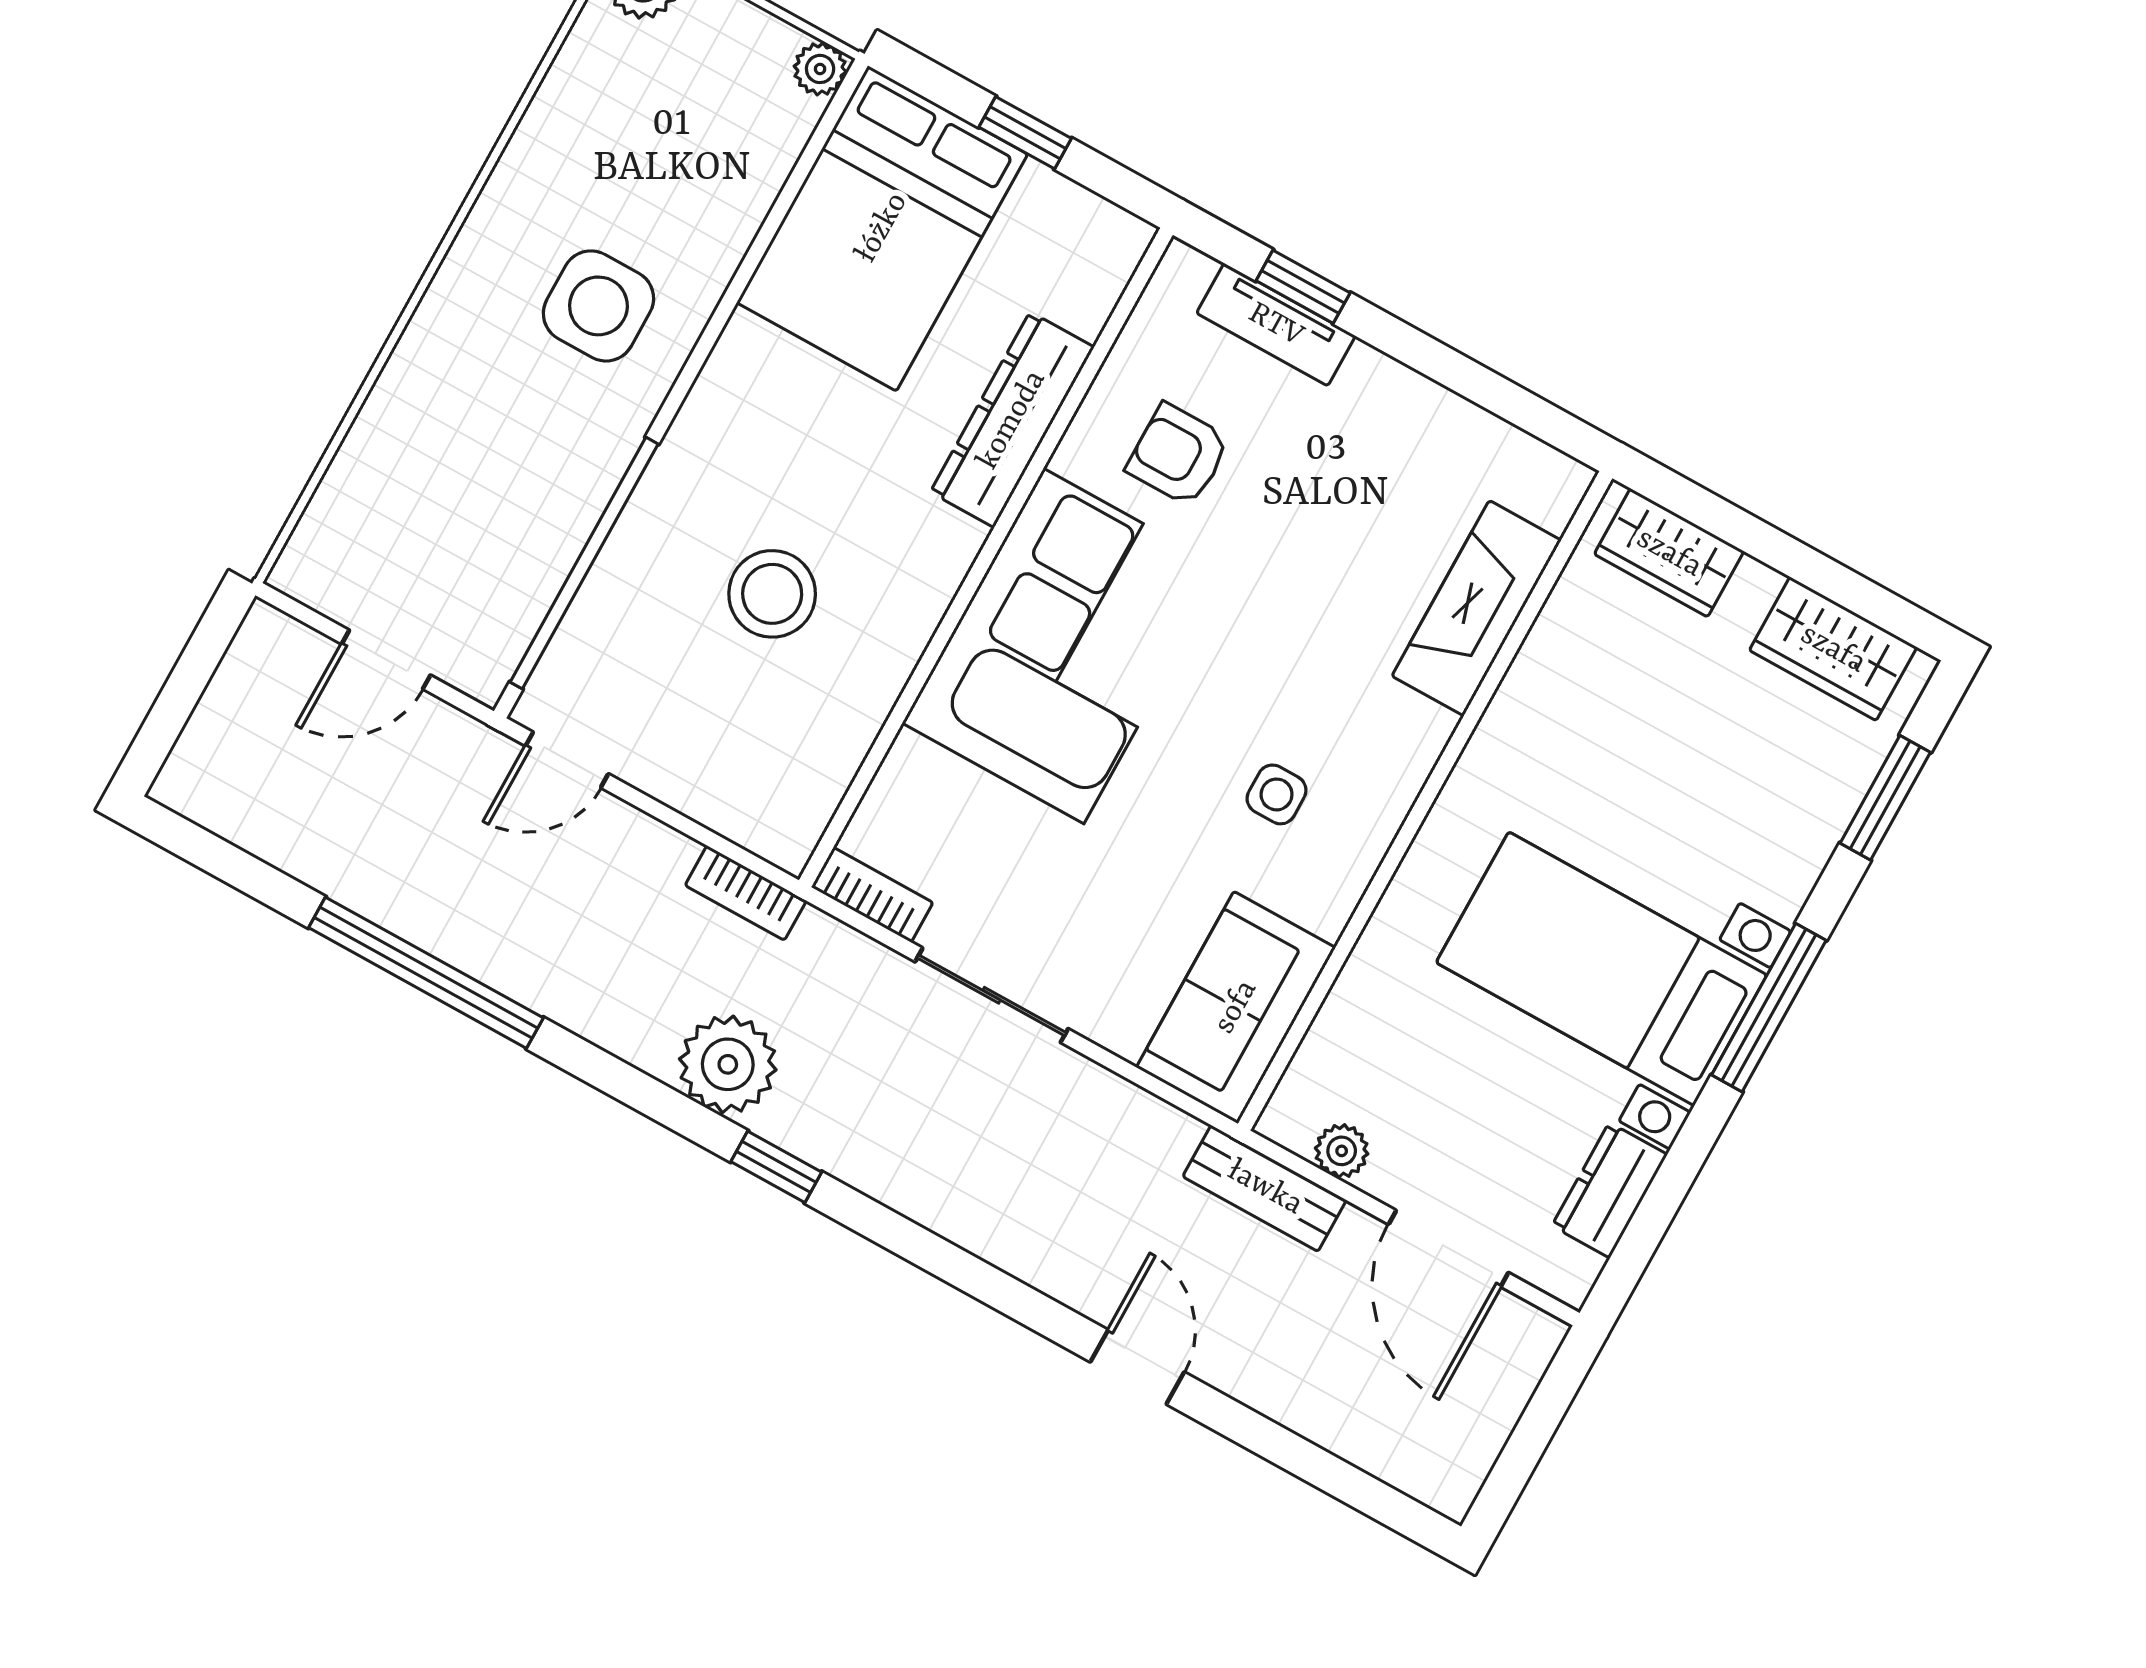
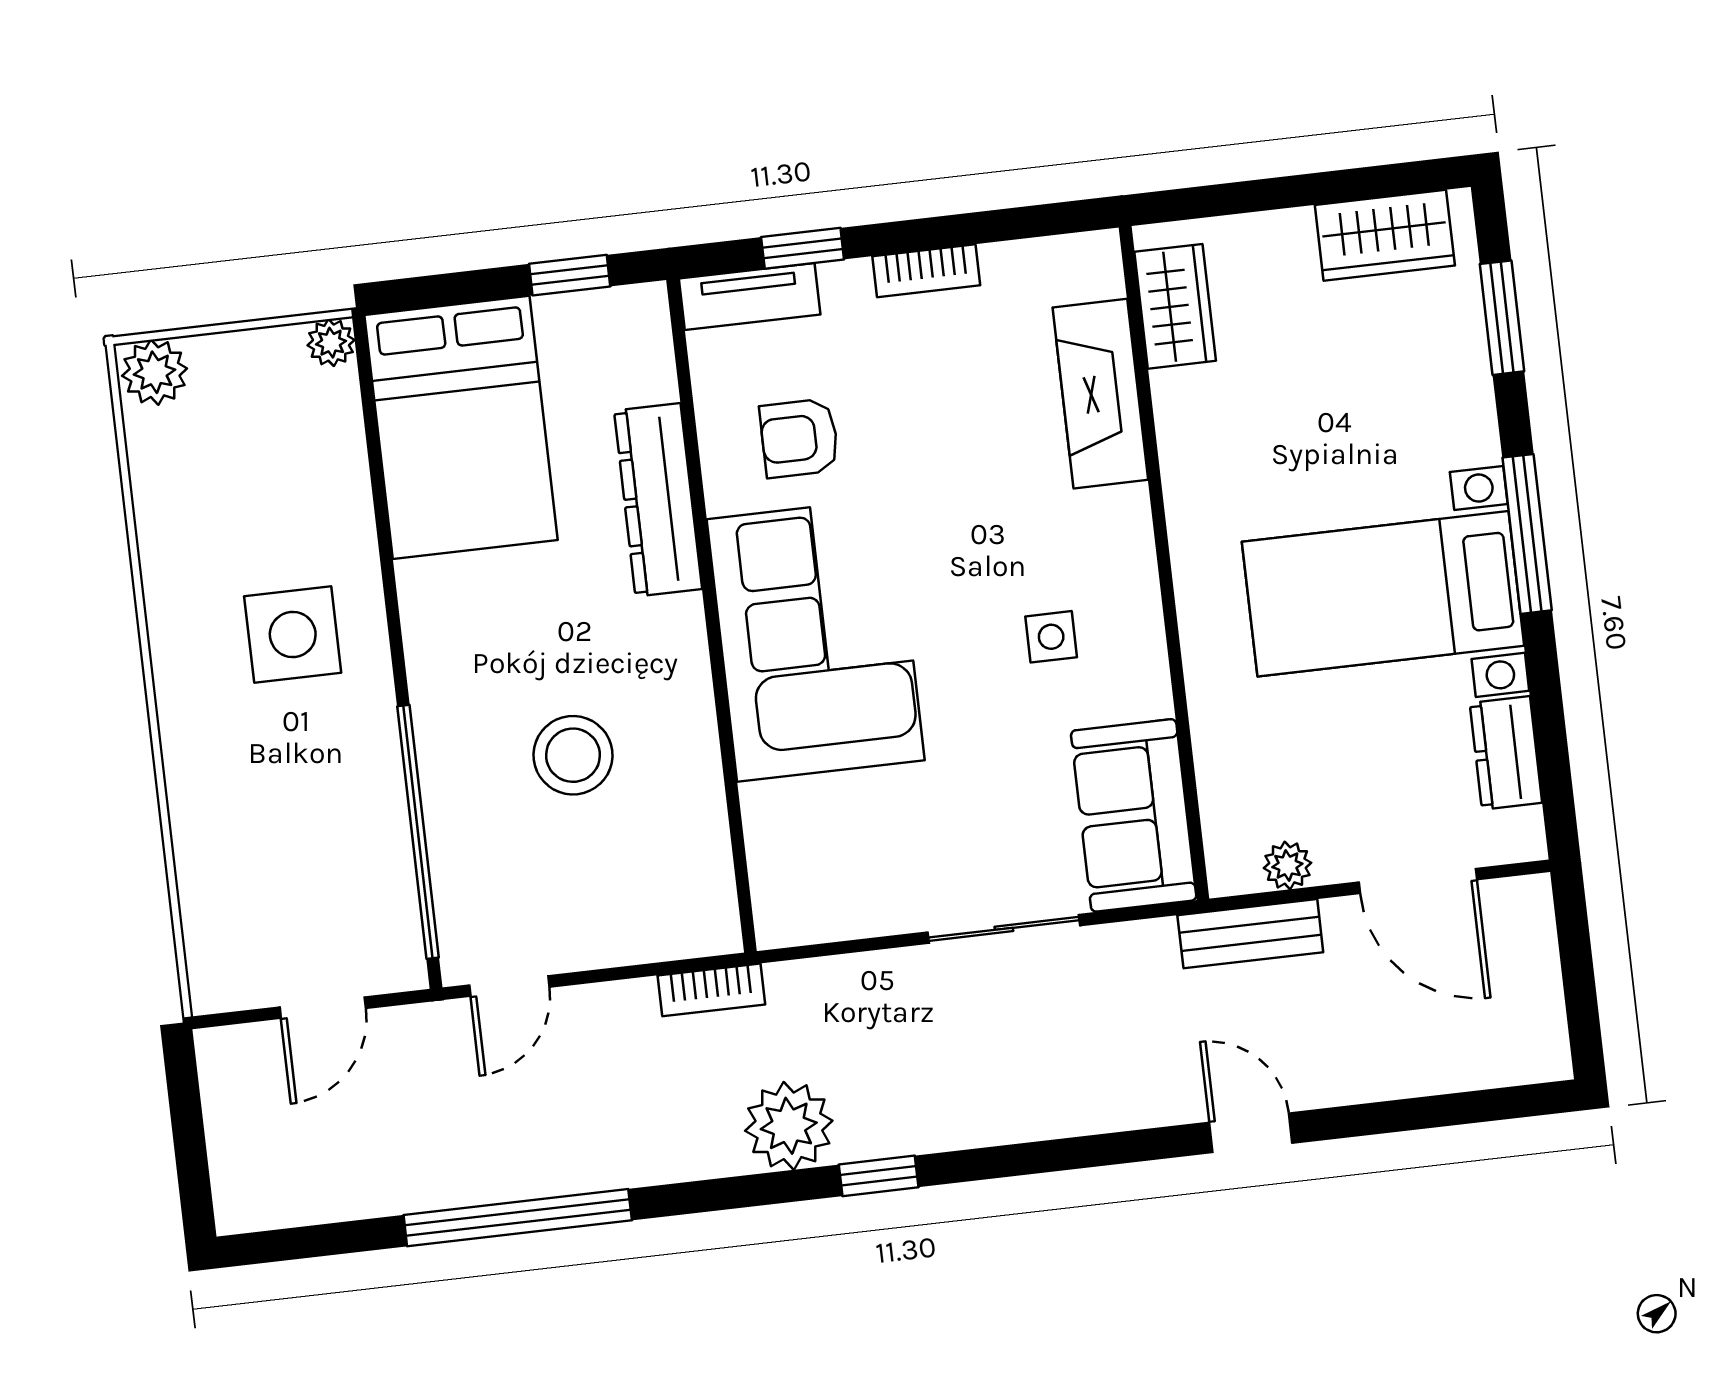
window: (1025, 133) -> (570, 275), moved
tv unit: (1276, 325) -> (750, 296), moved
wardrobe: (1669, 553) -> (1175, 306), moved, turned -90
bookcase: (872, 895) -> (926, 271), moved, turned 180
sliding door: (992, 995) -> (1004, 929), moved

